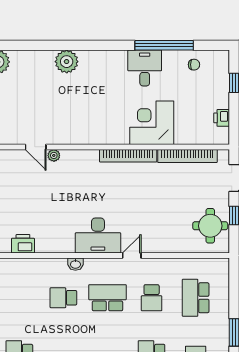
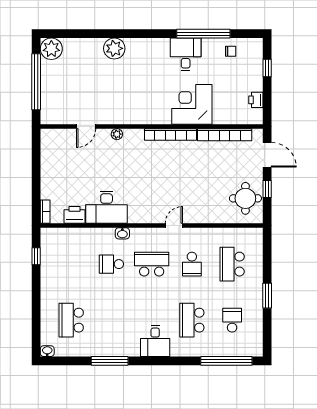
door: (36, 147) -> (86, 126), hinge flipped
plant: (54, 155) -> (117, 134), moved
desk: (98, 236) -> (107, 207), moved

